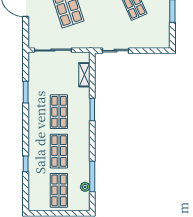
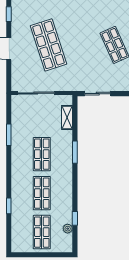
window: (92, 176) -> (75, 218), width x0.46

